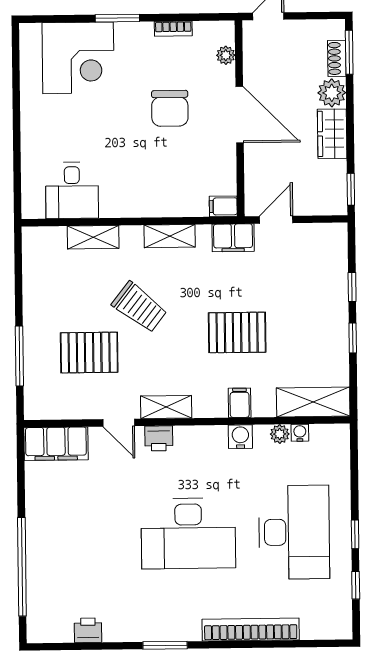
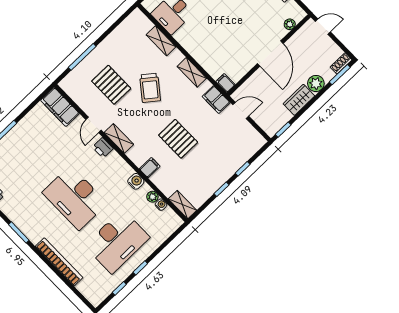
shoe rack: (337, 58) -> (341, 63), moved
chair: (170, 108) -> (245, 22), removed
shelving: (313, 402) -> (183, 205), width x0.67, depth x0.75

